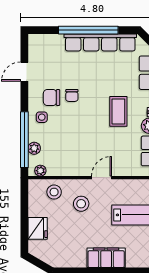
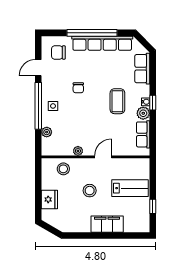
chair: (52, 98) -> (58, 52), moved
window: (24, 140) -> (38, 106), moved
plant: (40, 171) -> (78, 151), moved
stool: (81, 204) -> (90, 191), moved

